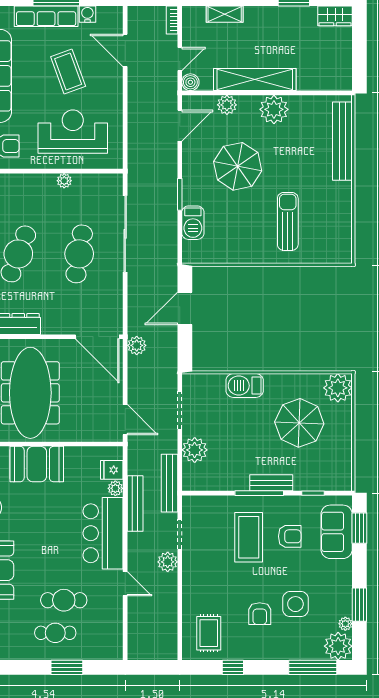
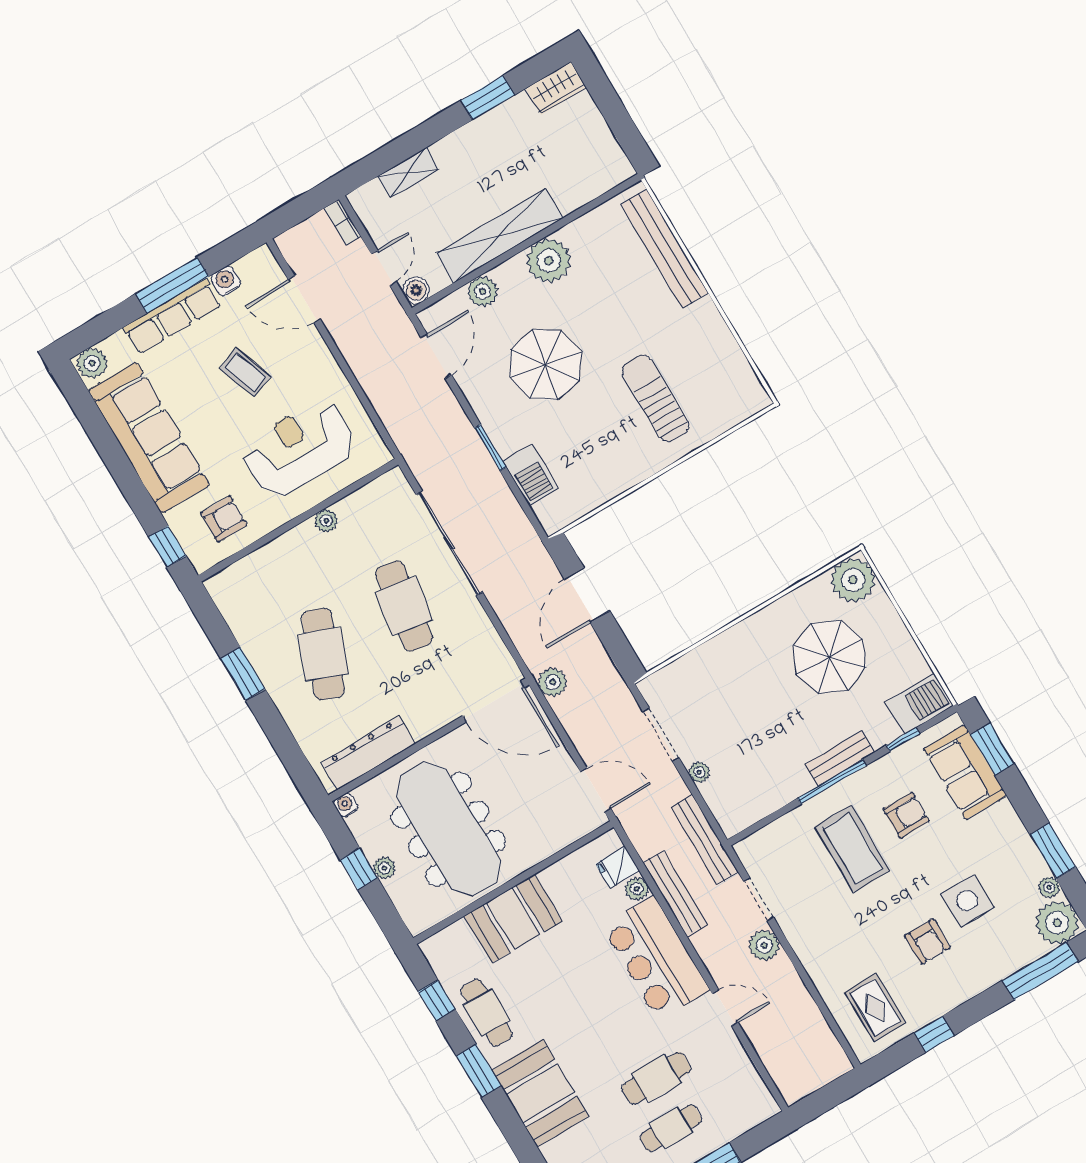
coffee table: (68, 71) -> (245, 372), width x0.73, depth x0.77
barbecue: (245, 386) -> (919, 704), moved, turned 180
plant: (195, 450) -> (699, 772), width x0.53, depth x0.53

